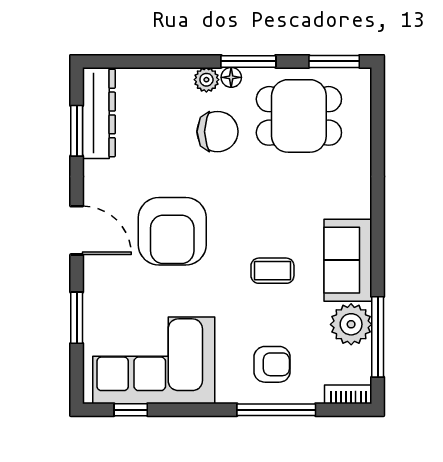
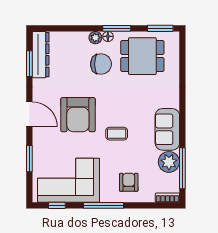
coffee table: (272, 271) -> (117, 134), moved
armchair: (272, 364) -> (129, 182), turned -90
window: (276, 410) -> (103, 205), moved

